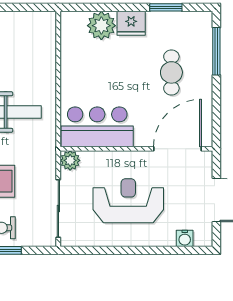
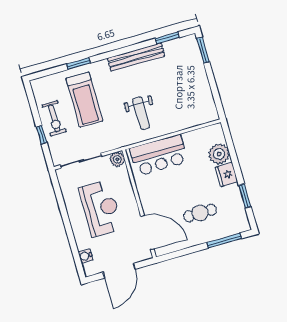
bar counter: (97, 127) -> (159, 155), moved, turned 90

